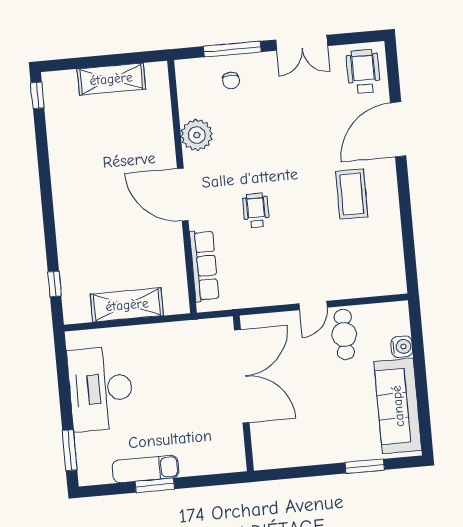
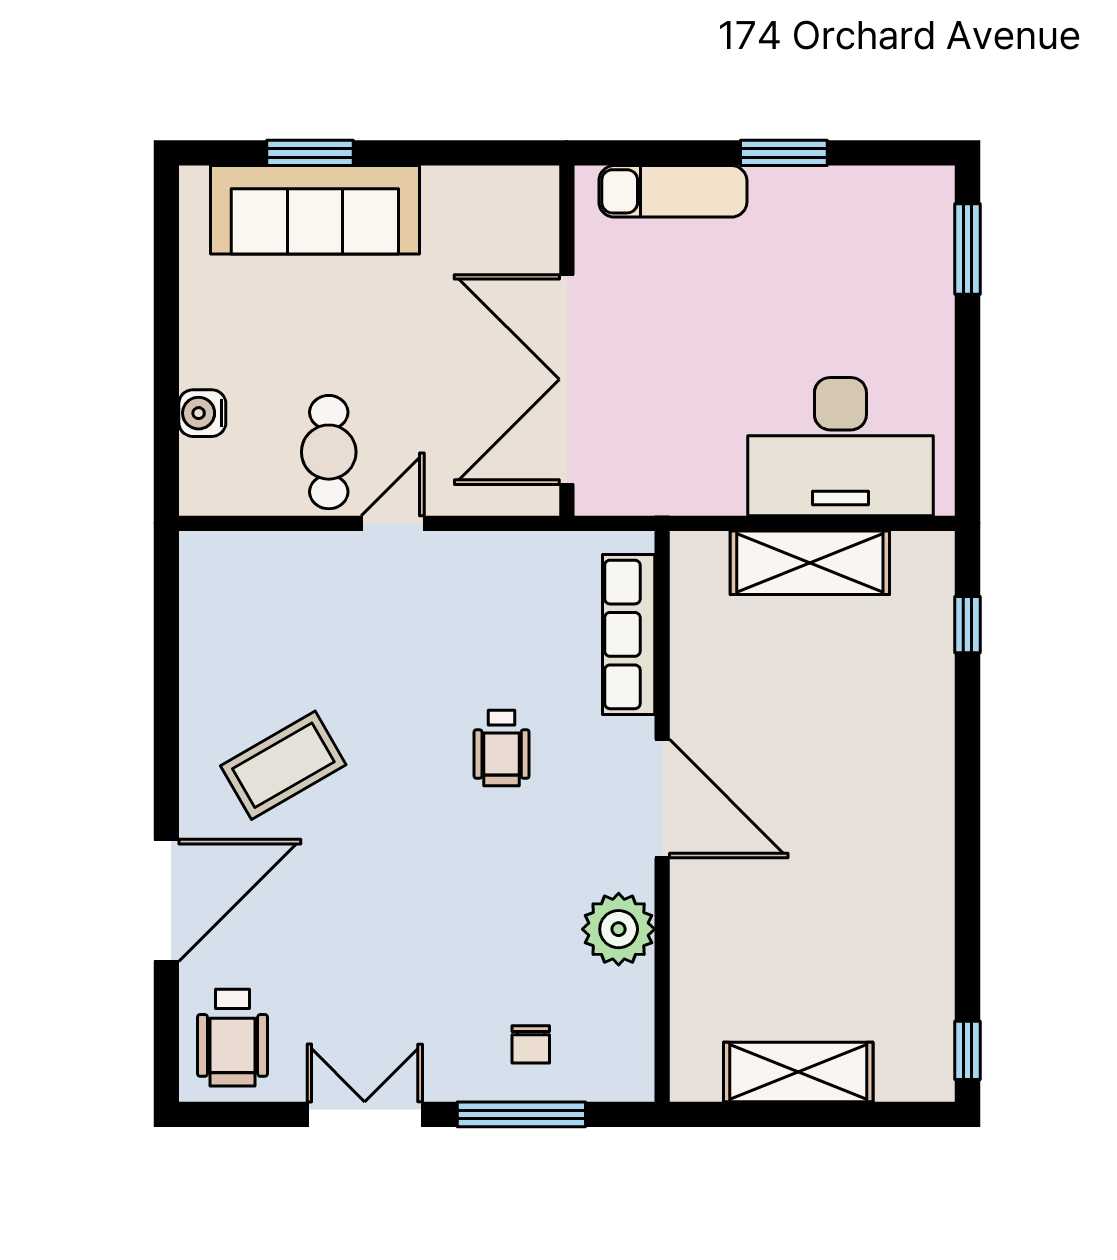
chair: (231, 80) -> (531, 1044), turned 180
coffee table: (352, 194) -> (283, 765), turned 60
desk: (101, 389) -> (840, 447), moved, turned 90
sofa: (398, 406) -> (315, 210), moved, turned 90
exam couch: (145, 469) -> (673, 191), moved

